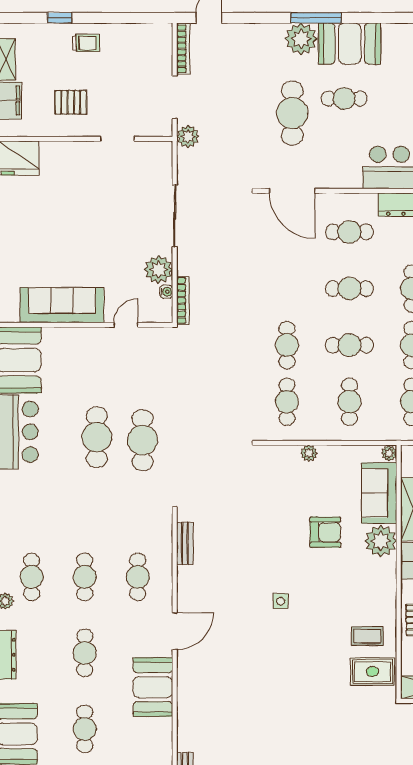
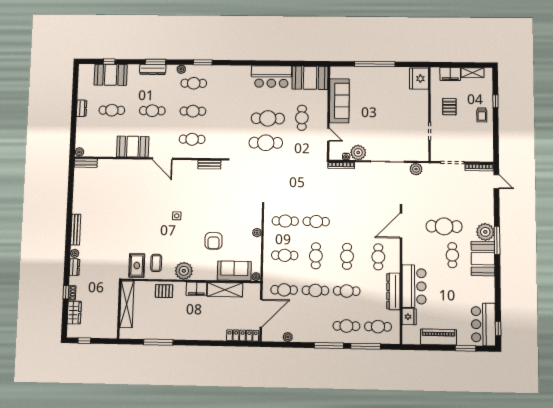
plant: (188, 136) -> (416, 169), moved
cafe table: (95, 374) -> (302, 118), added
plant: (381, 541) -> (184, 271), moved

